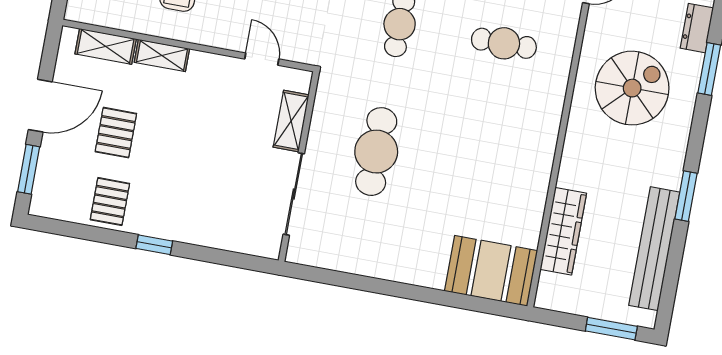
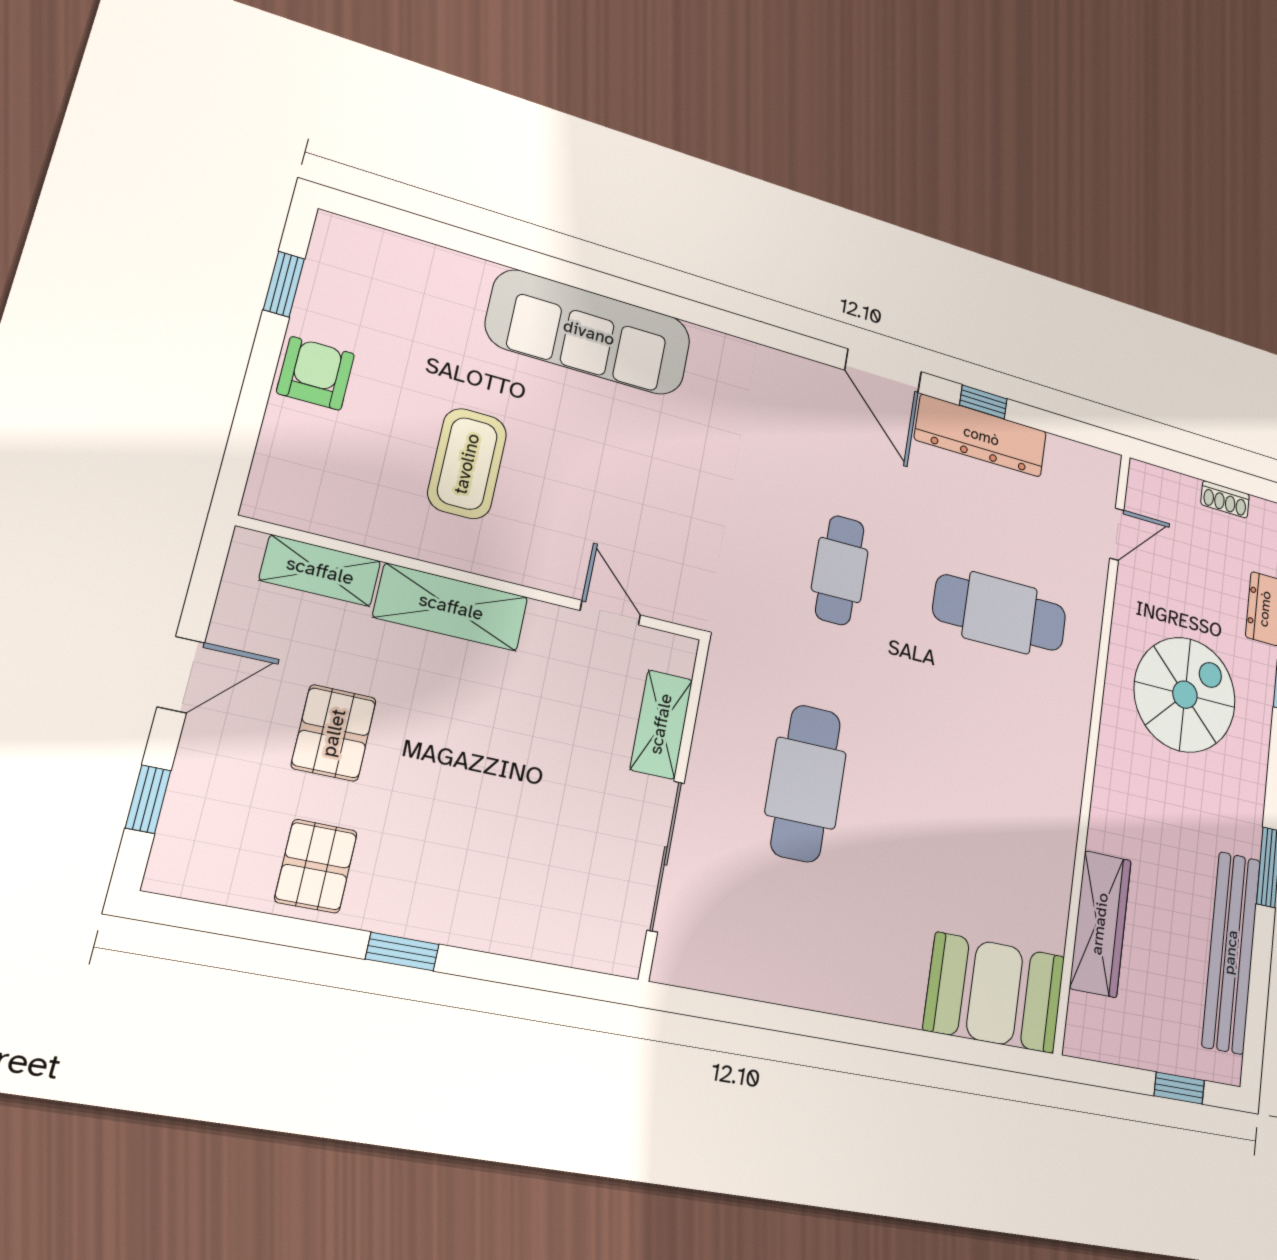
cafe table: (504, 43) -> (1000, 613), width x1.37, depth x1.35
shelving: (162, 55) -> (451, 607), width x1.50, depth x1.33
door: (40, 106) -> (181, 675), width x0.73
window: (29, 169) -> (148, 799), width x0.67
window: (611, 329) -> (1179, 1088), width x0.67

